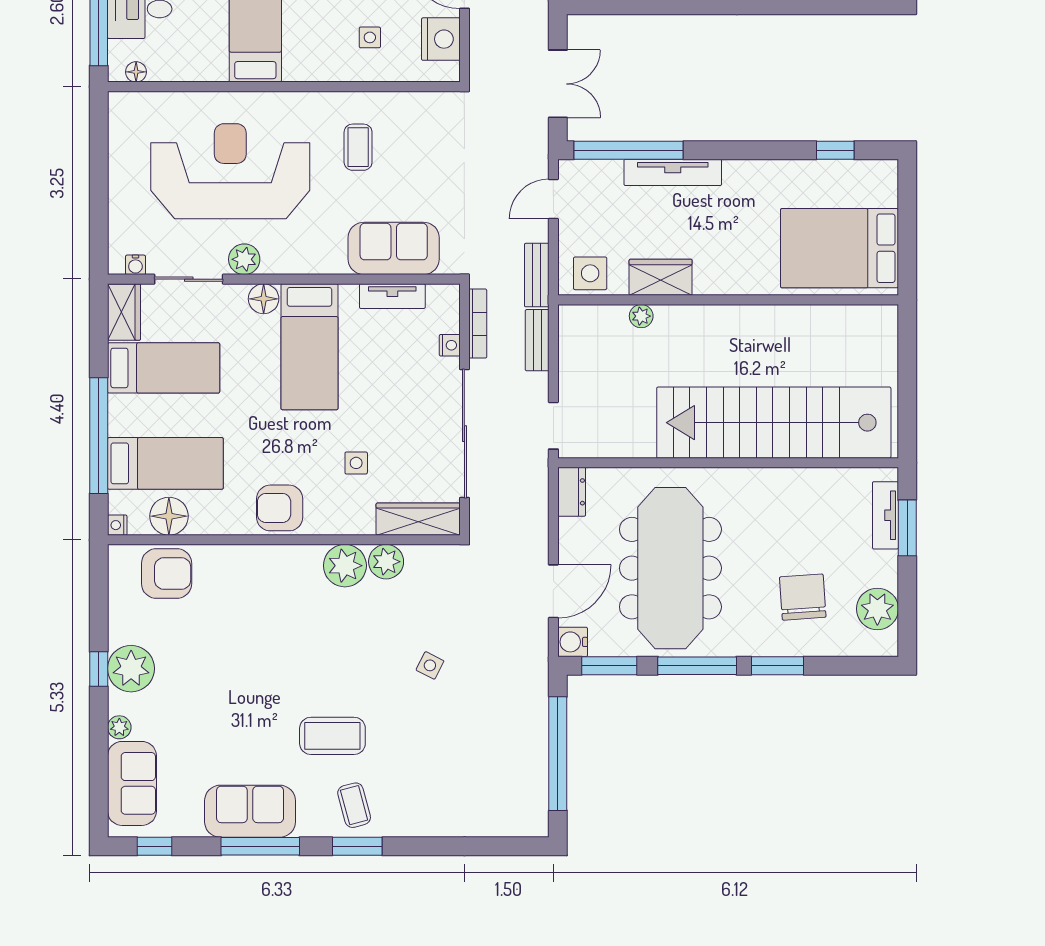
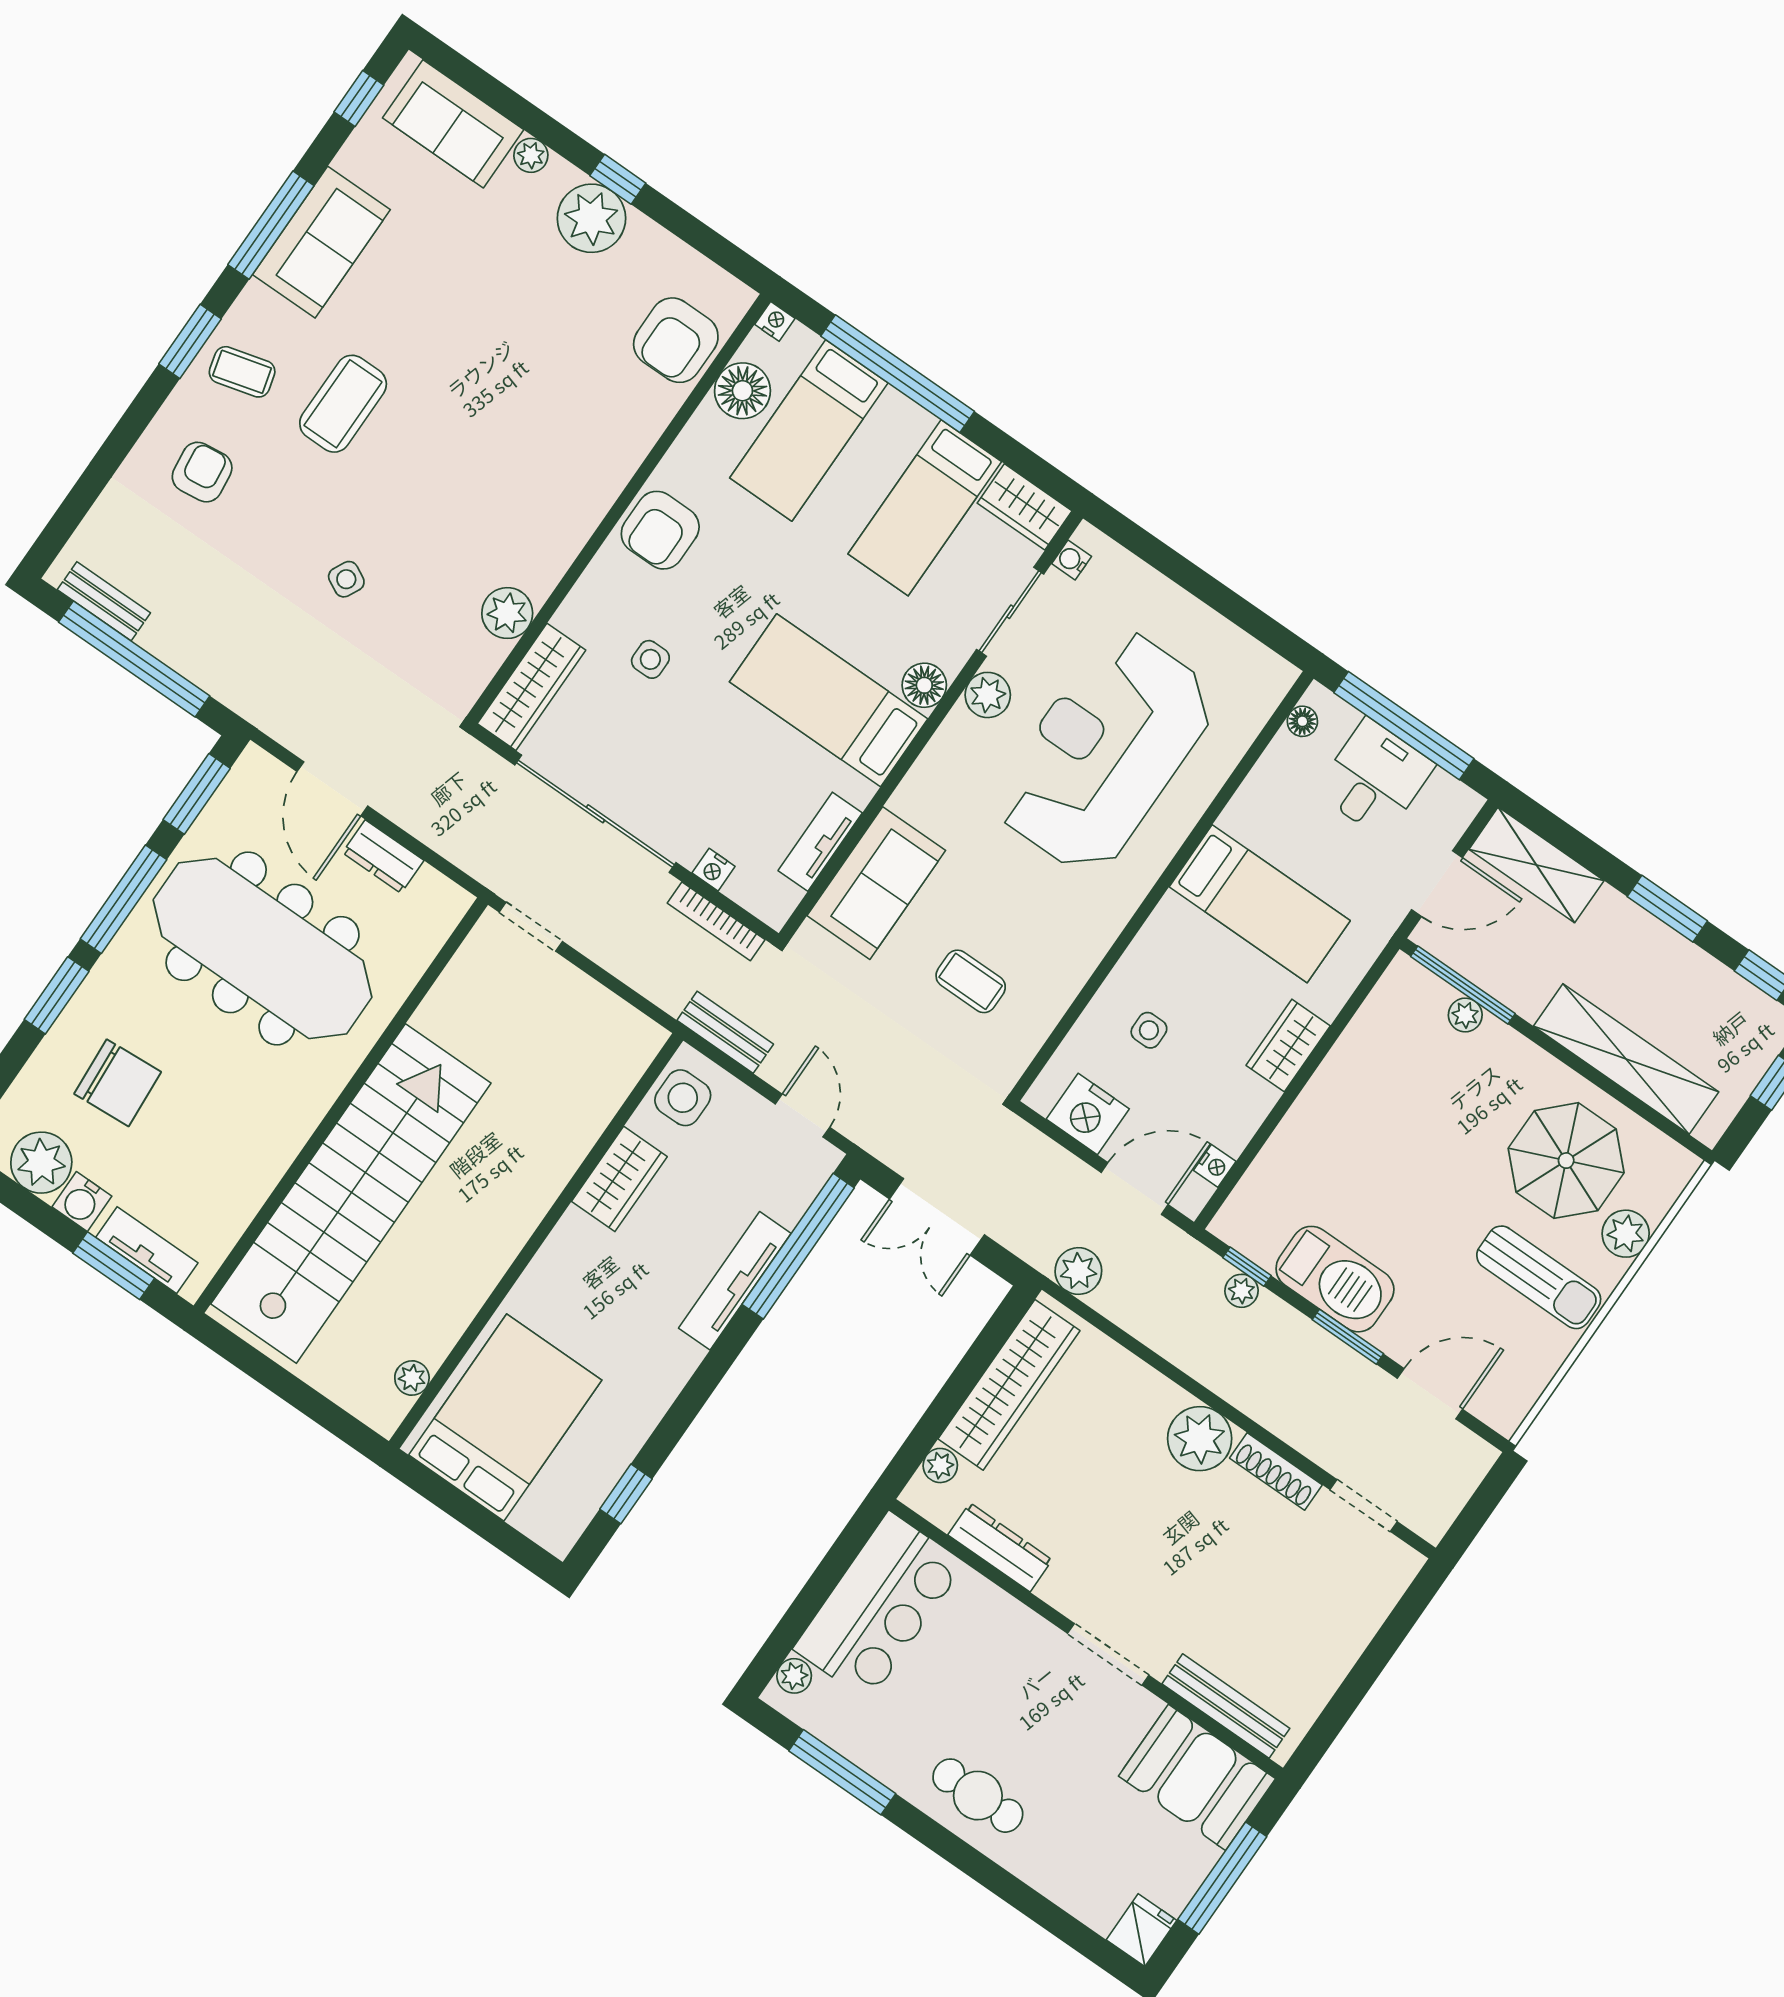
coffee table: (358, 147) -> (971, 981), moved
reception desk: (230, 171) -> (1105, 752), turned 180
plant: (641, 316) -> (412, 1378), moved
bench: (537, 340) -> (104, 601), moved
dresser: (572, 492) -> (383, 857), moved
armchair: (280, 508) -> (660, 530), turned 180
plant: (345, 566) -> (537, 560), removed
water cooler: (573, 642) -> (82, 1202), moved, turned 180
armchair: (426, 788) -> (202, 472), added

